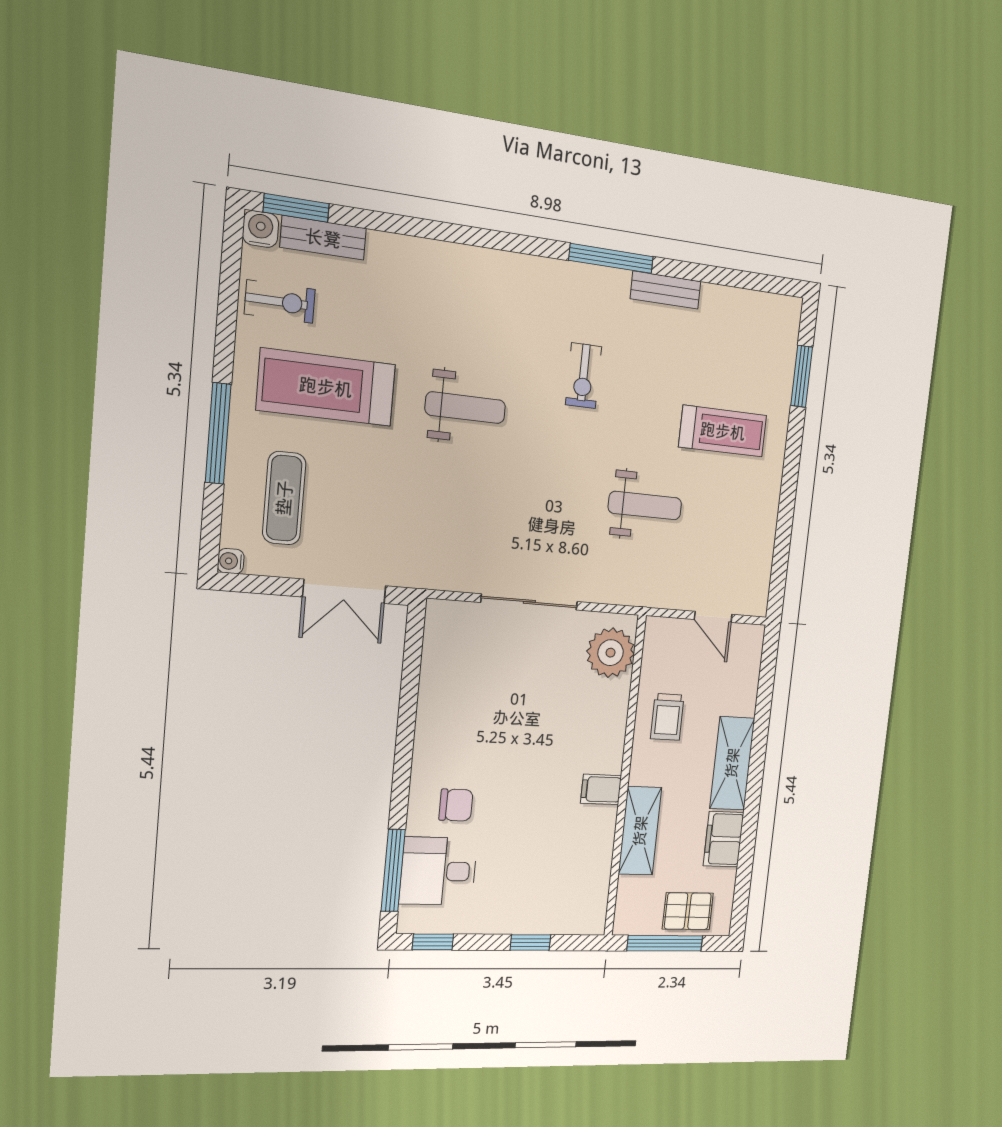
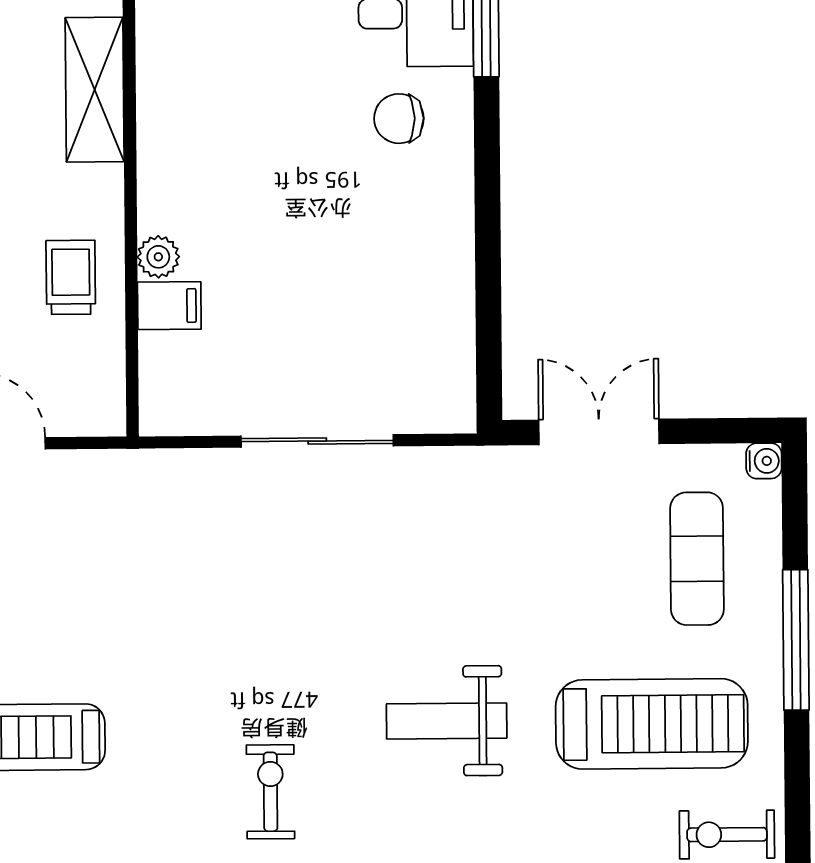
weight bench: (645, 506) -> (149, 607), removed
plant: (611, 653) -> (158, 257), moved, width x0.53, depth x0.53
filing cabinet: (601, 789) -> (169, 306), moved

